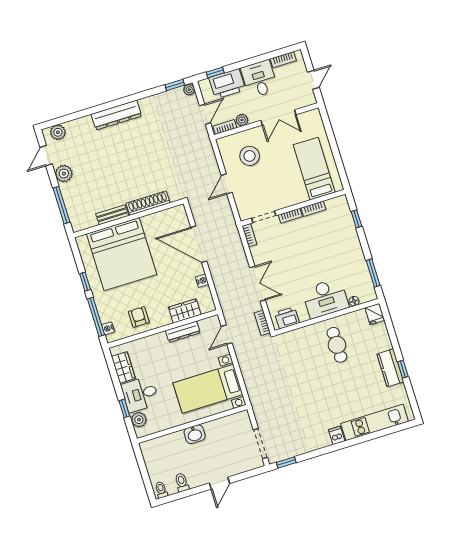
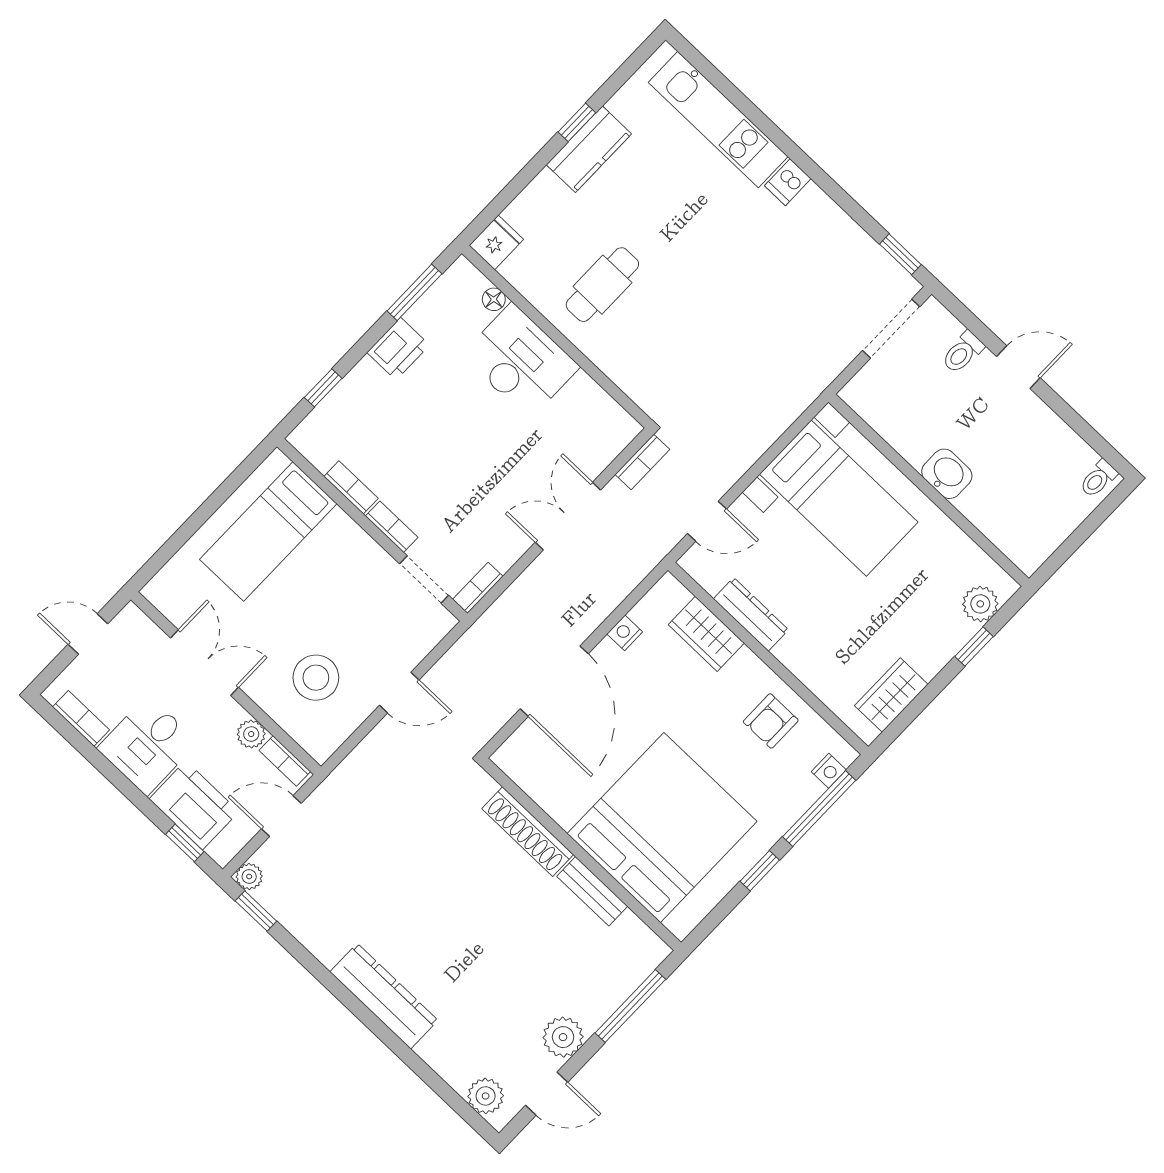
printer: (287, 318) -> (398, 349), moved, turned -90
desk: (140, 394) -> (927, 630), removed
toilet: (182, 482) -> (963, 352), moved

